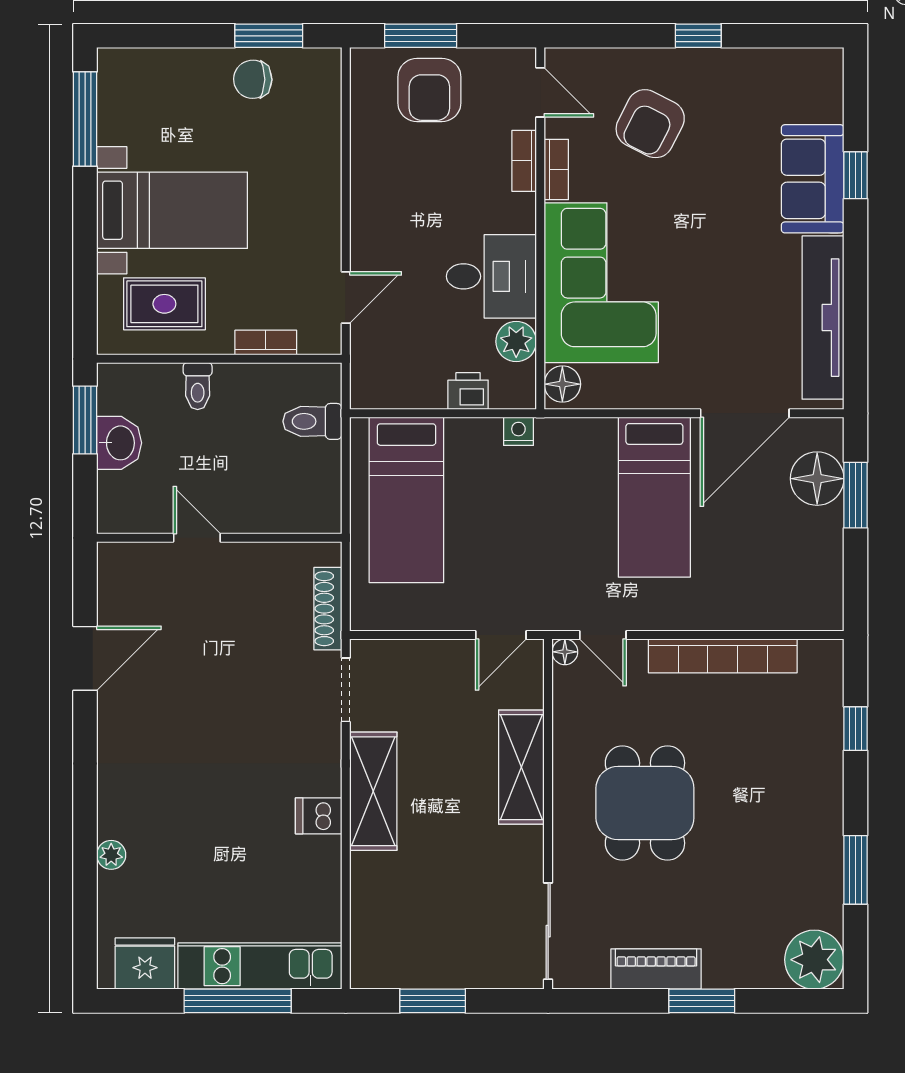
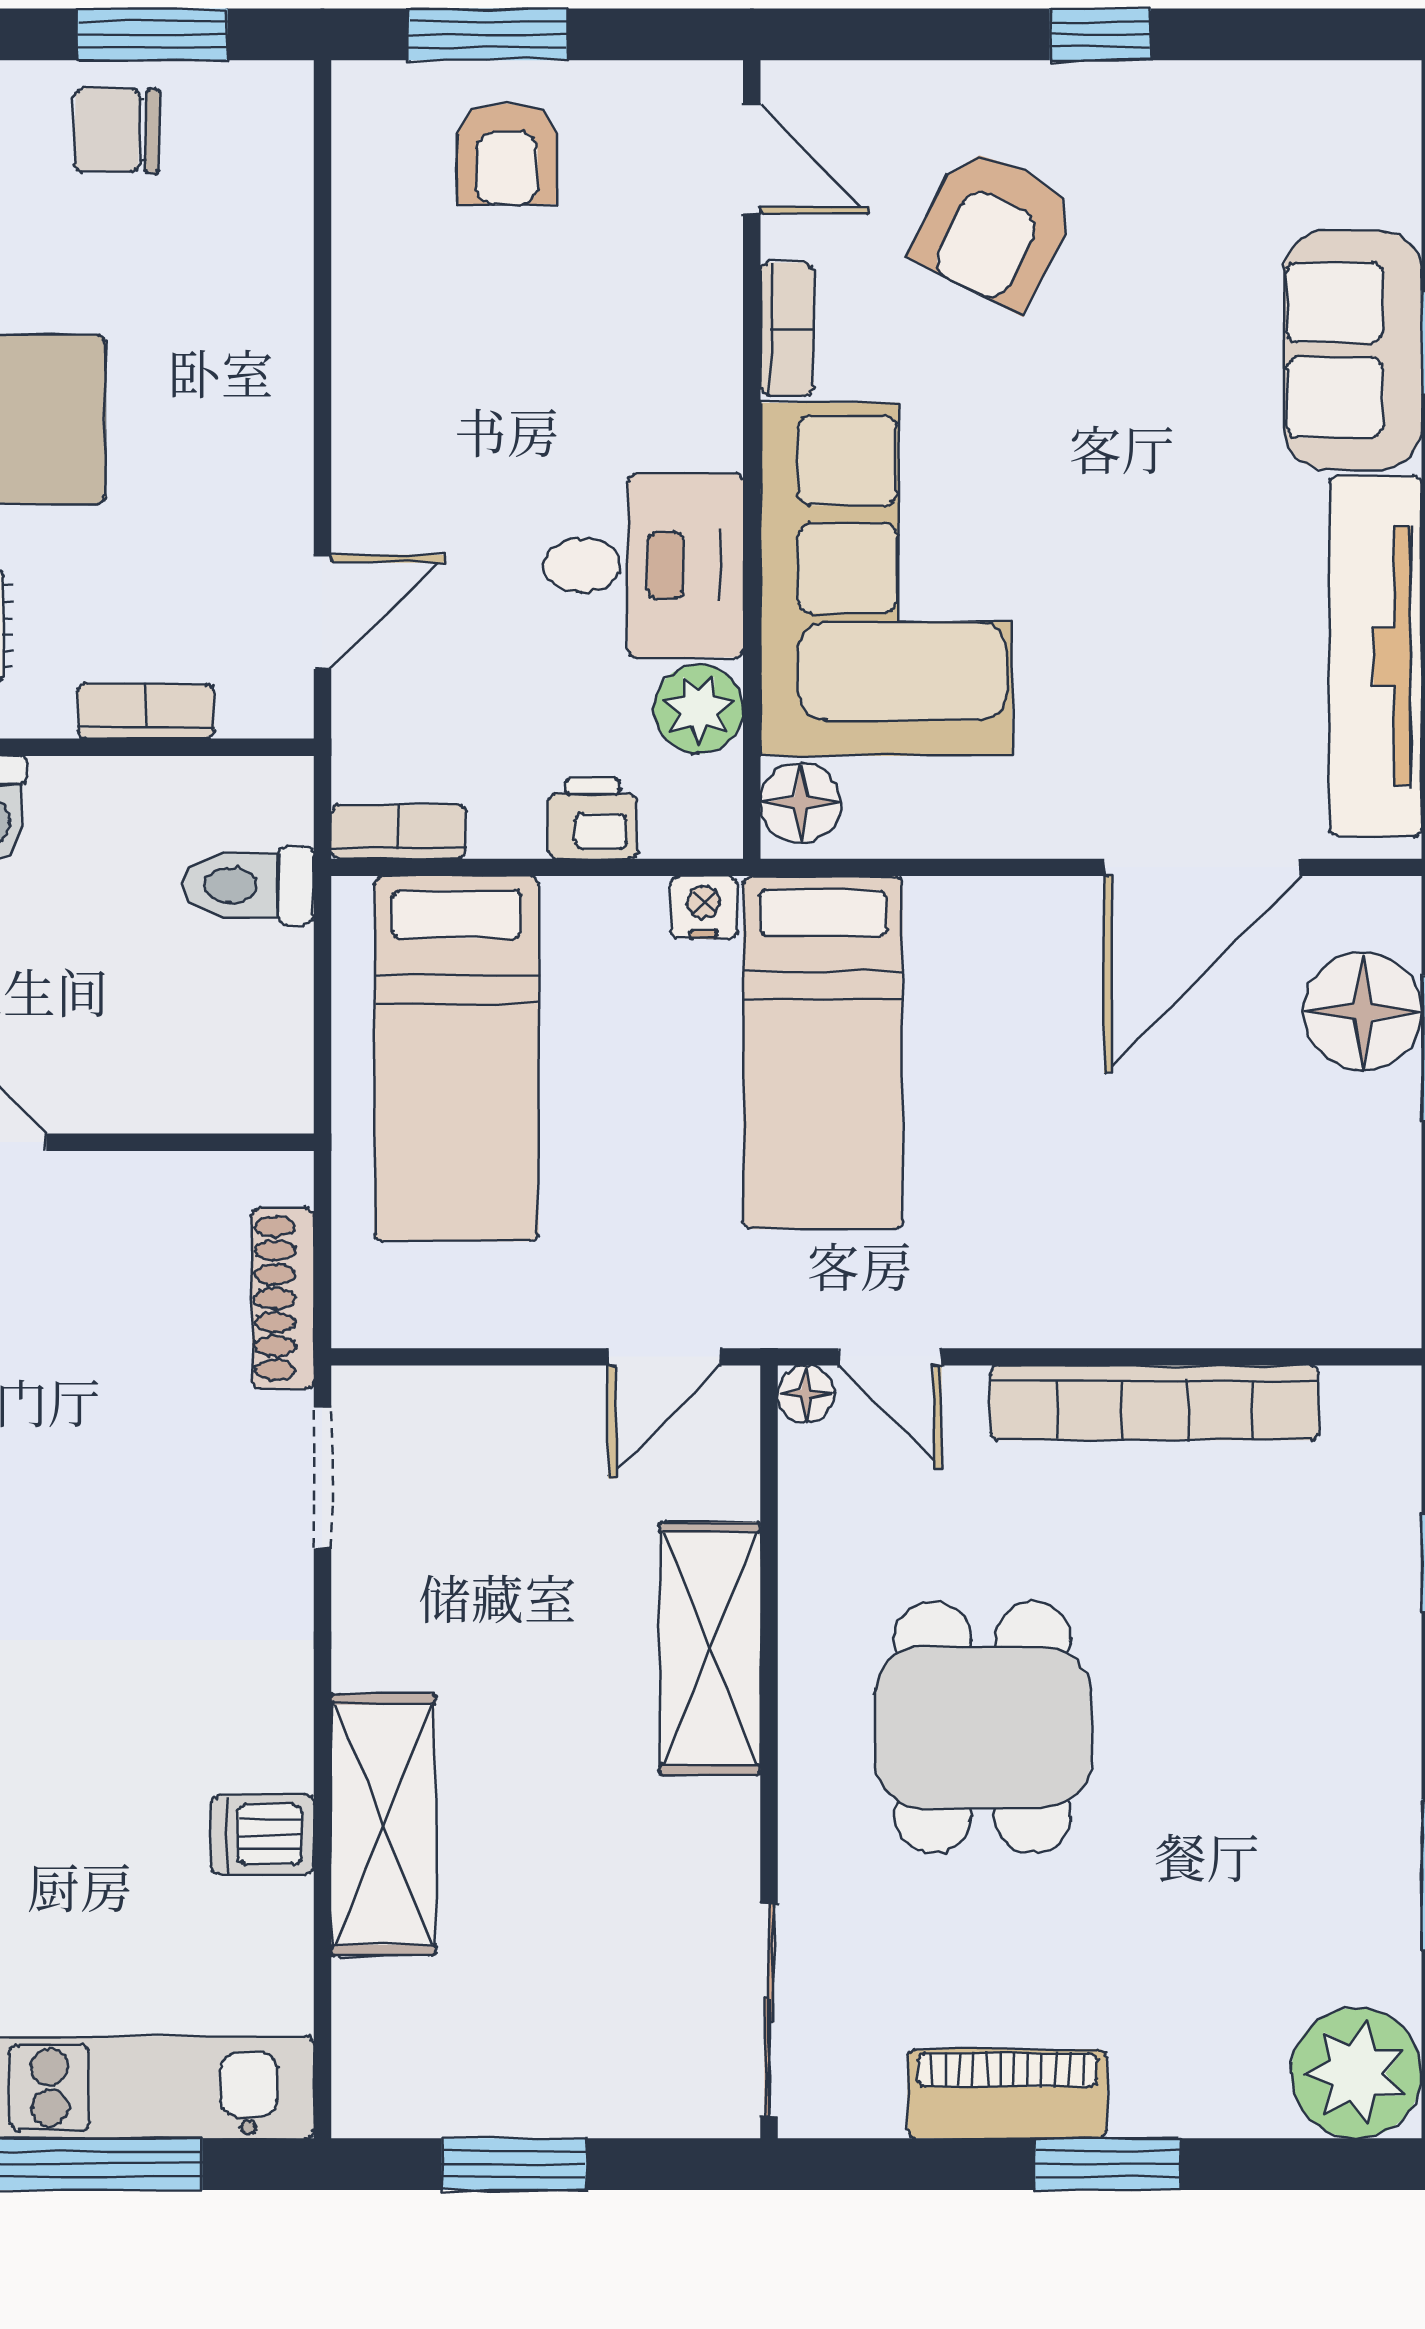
armchair: (429, 90) -> (507, 154), width x0.72, depth x0.72
bookcase: (524, 161) -> (398, 832), moved, turned 90
bed: (654, 497) -> (823, 1052), moved
shelving: (373, 791) -> (383, 1825), moved
dishwasher: (319, 816) -> (263, 1834), moved

